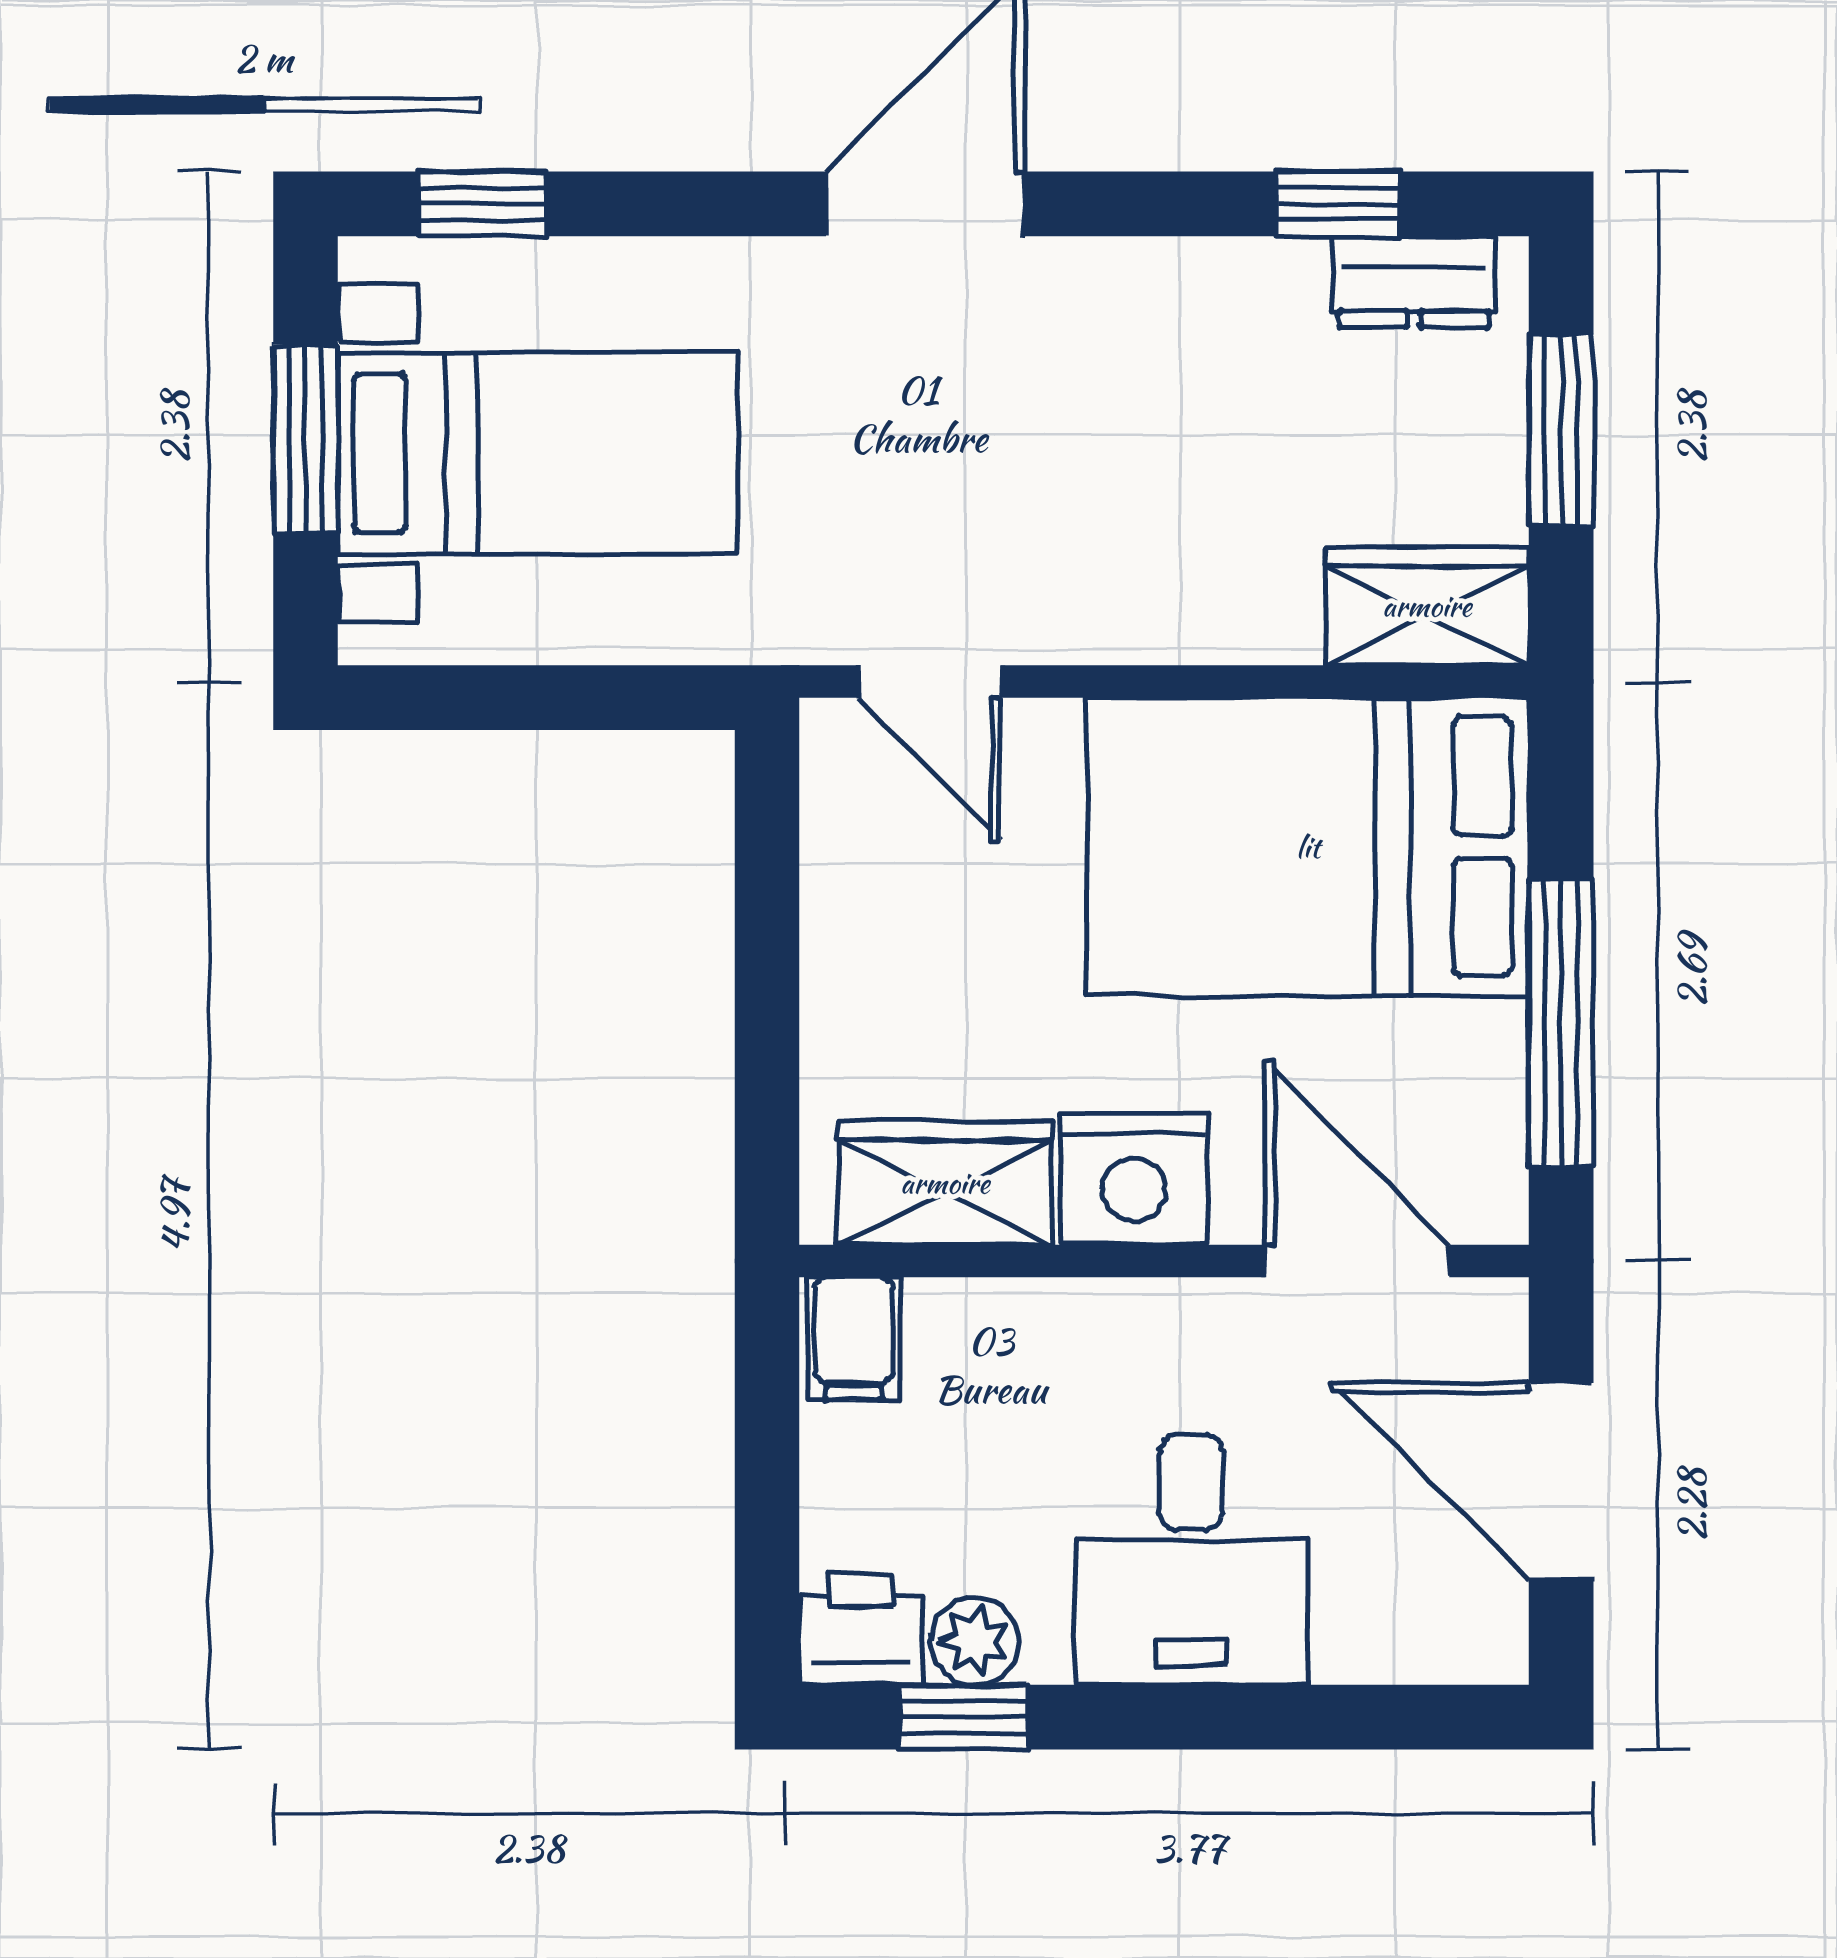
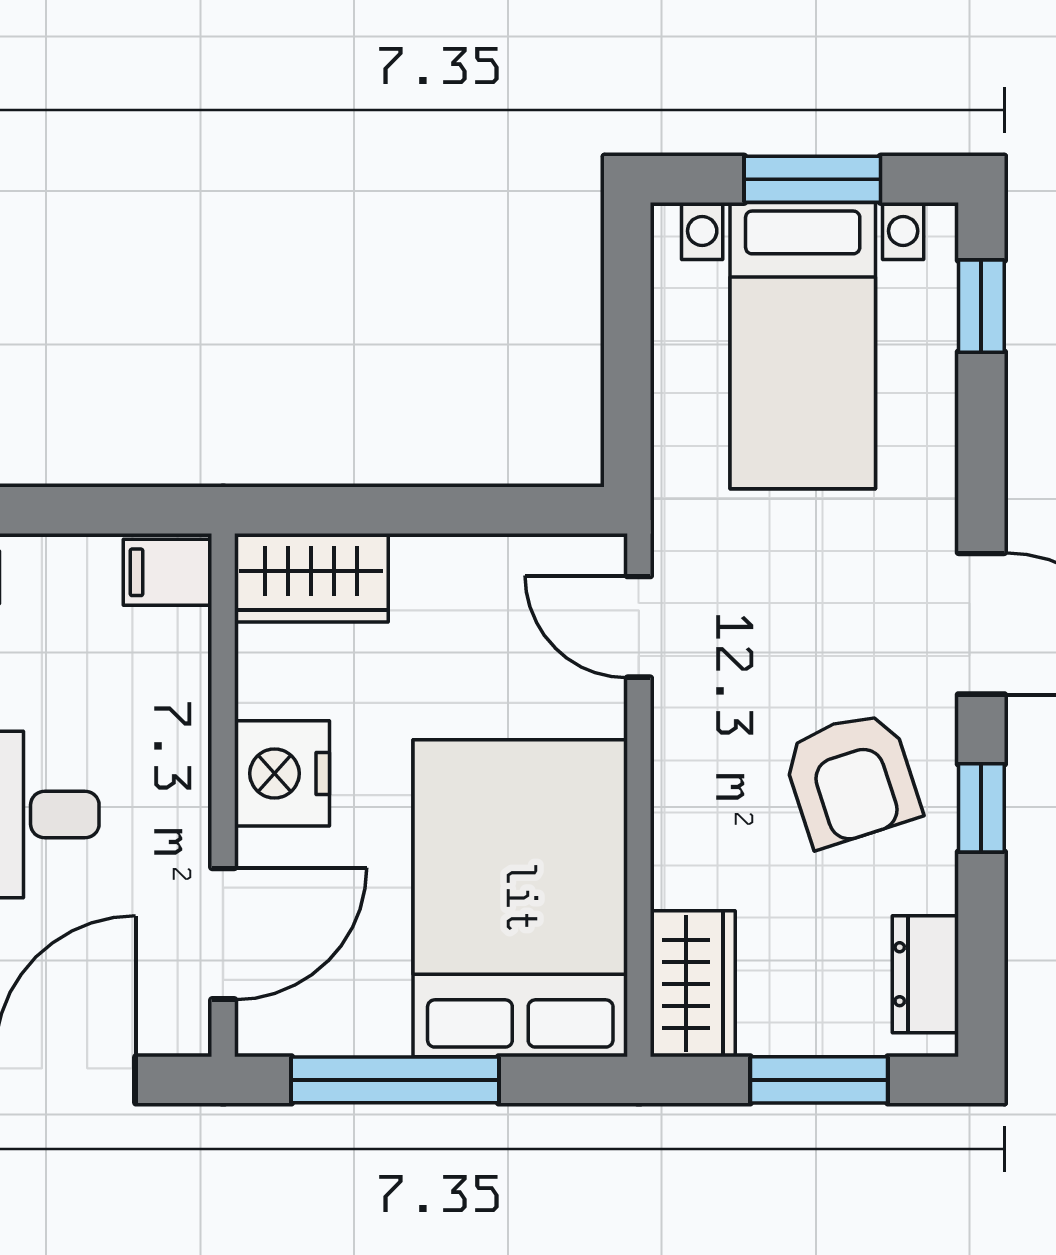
window: (1338, 204) -> (981, 808), moved
armchair: (1141, 385) -> (851, 779), added
door: (930, 681) -> (639, 627), hinge flipped
wardrobe: (945, 1183) -> (311, 578), moved, turned 90

